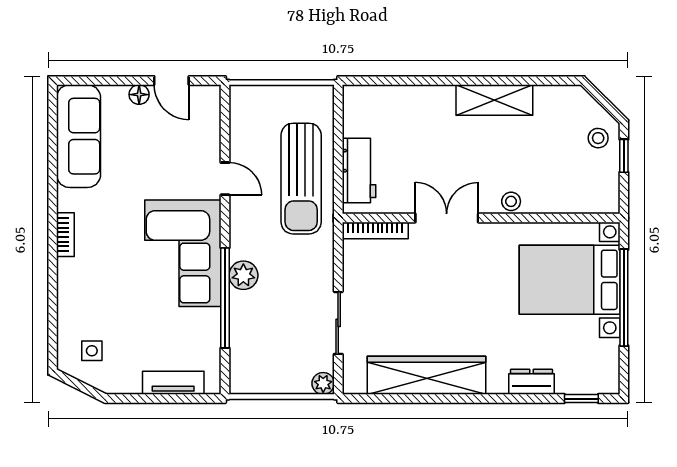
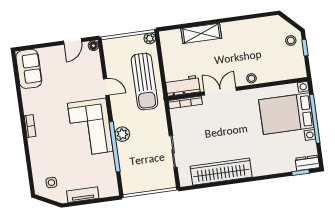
door: (171, 81) -> (73, 41), hinge flipped
floor lamp: (139, 95) -> (93, 46), moved
shelving: (494, 100) -> (201, 33), moved
sofa: (79, 136) -> (29, 69), width x0.73
workbench: (359, 170) -> (183, 86), moved, turned -90
dresser: (532, 382) -> (307, 163), moved
tv unit: (173, 383) -> (83, 195), moved
plant: (323, 383) -> (150, 38), moved

